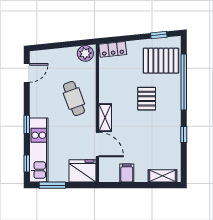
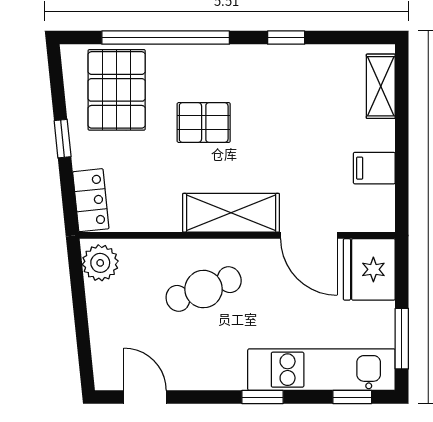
window: (159, 35) -> (63, 139), moved
shelving: (105, 118) -> (231, 213), width x1.50, depth x1.33
door: (97, 145) -> (309, 235), swing flipped

